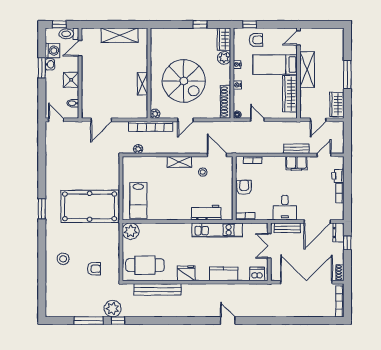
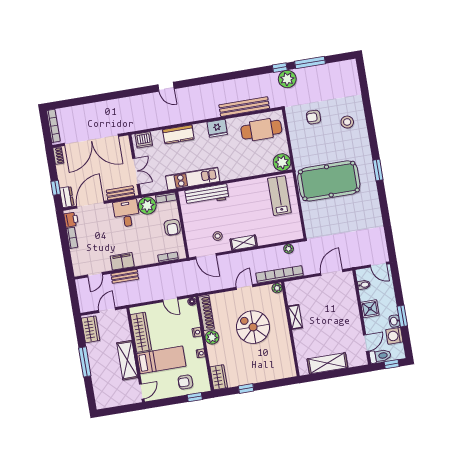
plant: (224, 58) -> (212, 337), moved
spiral stairs: (184, 81) -> (253, 327), width x0.73, depth x0.73
printer: (338, 176) -> (71, 220), moved
plant: (264, 212) -> (147, 206), added
workbench: (206, 213) -> (207, 195), width x1.38

